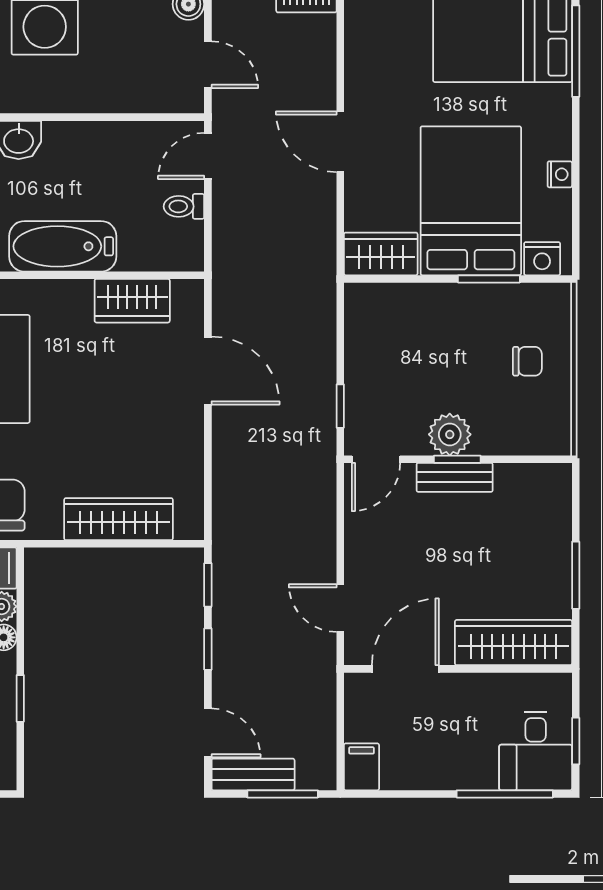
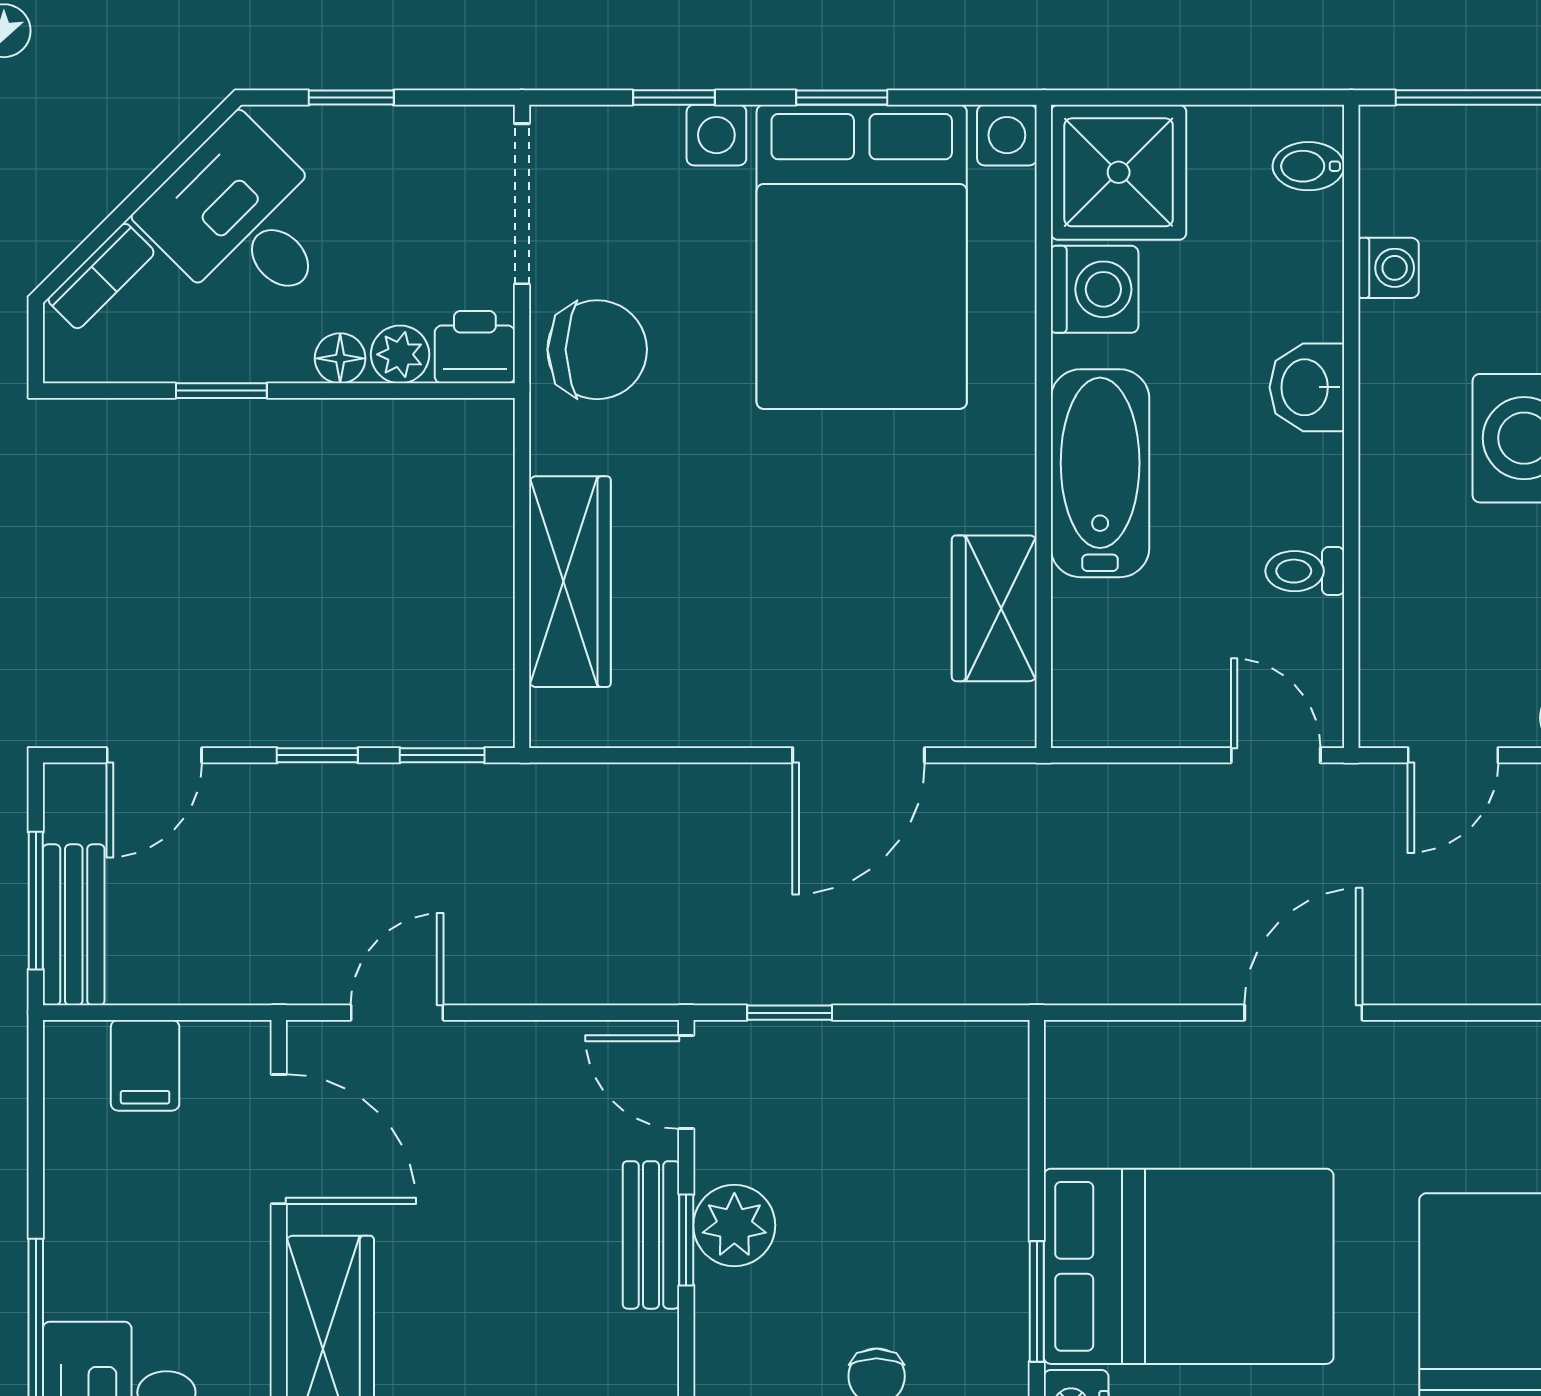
toilet: (184, 206) -> (1305, 571), moved, turned -90
wardrobe: (381, 254) -> (1085, 1091), removed
filing cabinet: (362, 767) -> (145, 1065), moved, turned 90
bench: (253, 774) -> (74, 925), moved

